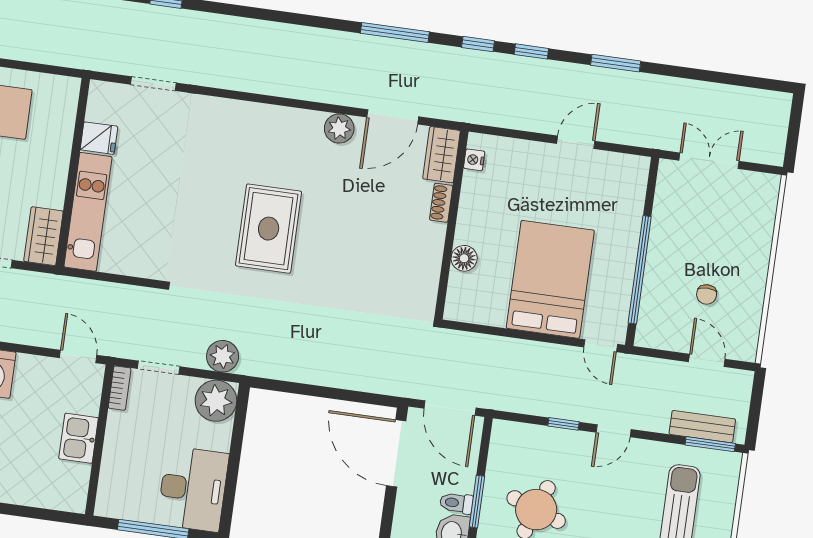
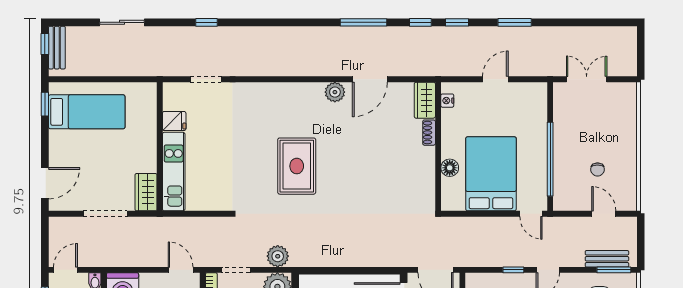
wardrobe: (441, 155) -> (425, 100), moved
nightstand: (474, 160) -> (447, 101), moved
shoe rack: (441, 203) -> (429, 133), moved
wall: (451, 225) -> (438, 147), moved
floor lamp: (464, 258) -> (450, 168), moved

